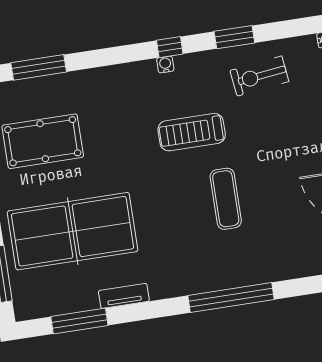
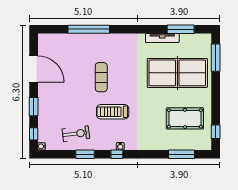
treadmill: (192, 132) -> (113, 112), turned 180
tv unit: (124, 296) -> (162, 38), width x1.41
window: (231, 298) -> (89, 29), moved

